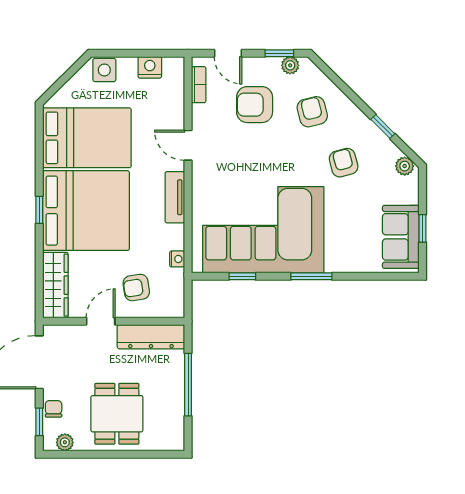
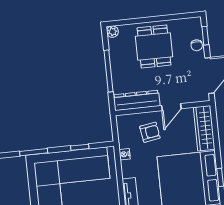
plant: (65, 442) -> (112, 32), moved

